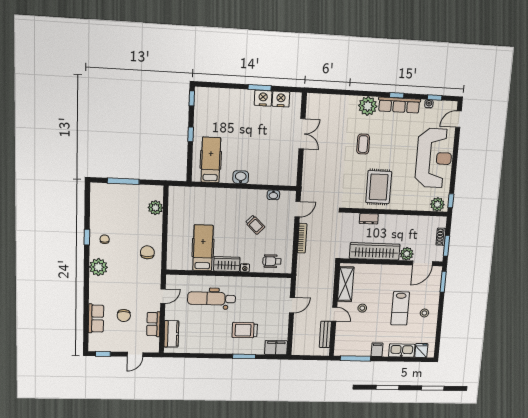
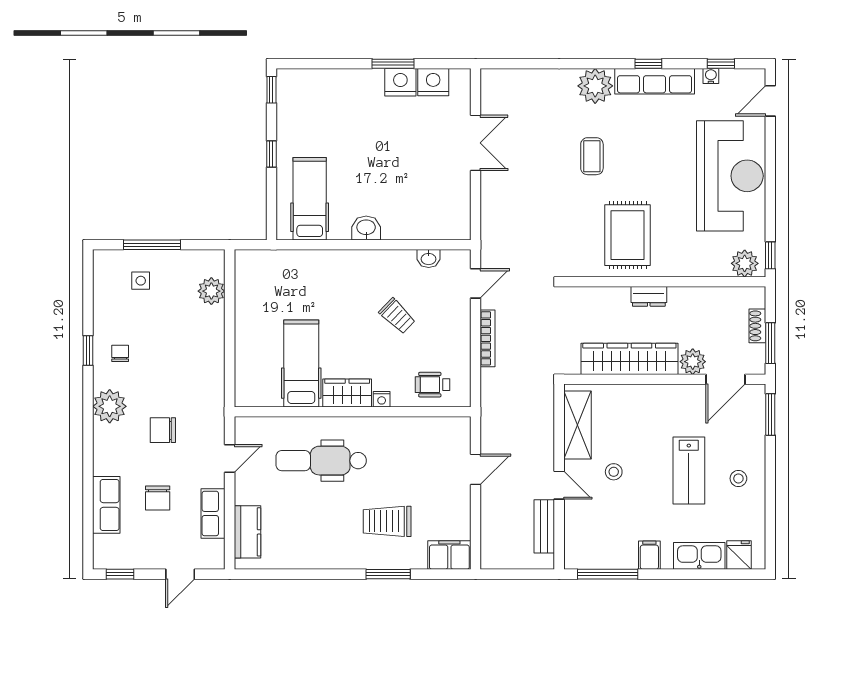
side table: (117, 201) -> (141, 281), added
dresser: (369, 219) -> (649, 296), moved
chair: (147, 252) -> (163, 430), moved, turned -90

